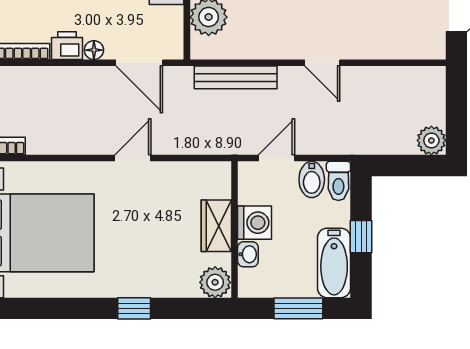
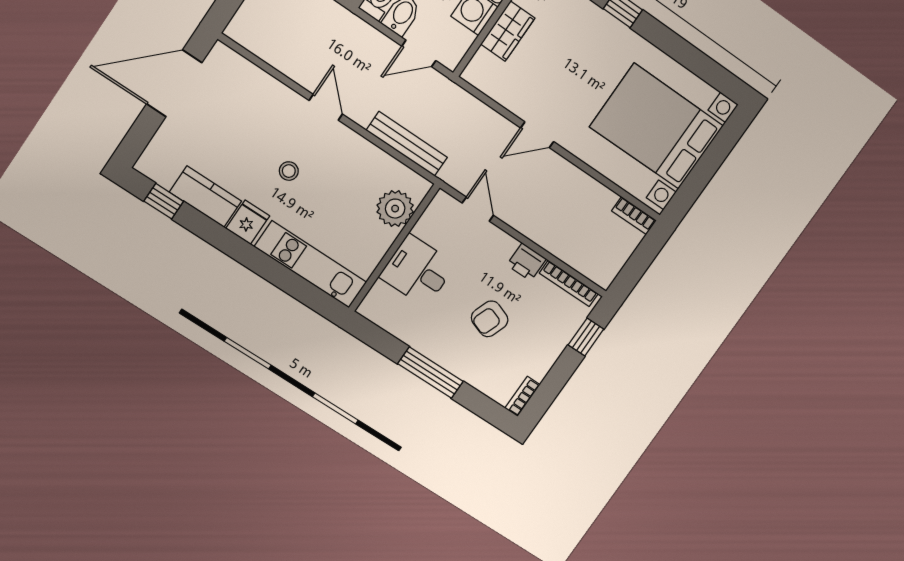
floor lamp: (94, 50) -> (507, 244), removed
door: (139, 63) -> (478, 209), width x0.73

